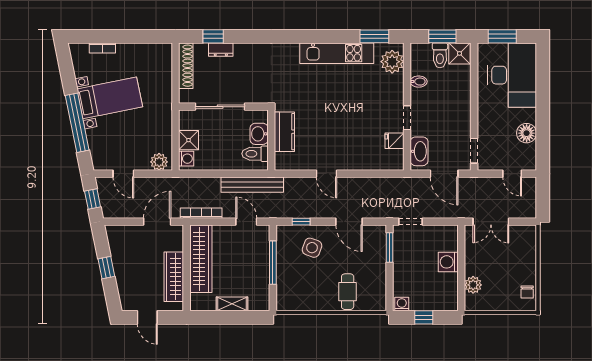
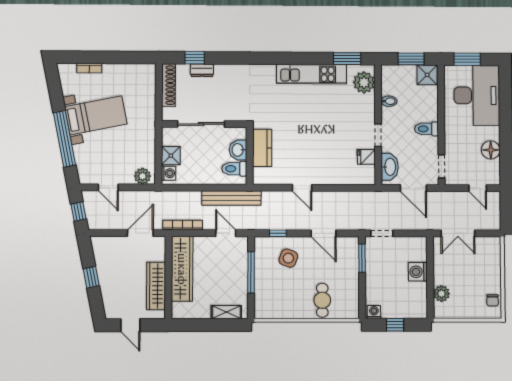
toilet: (440, 55) -> (426, 129), moved, turned 90
shelving: (232, 304) -> (226, 312), moved

